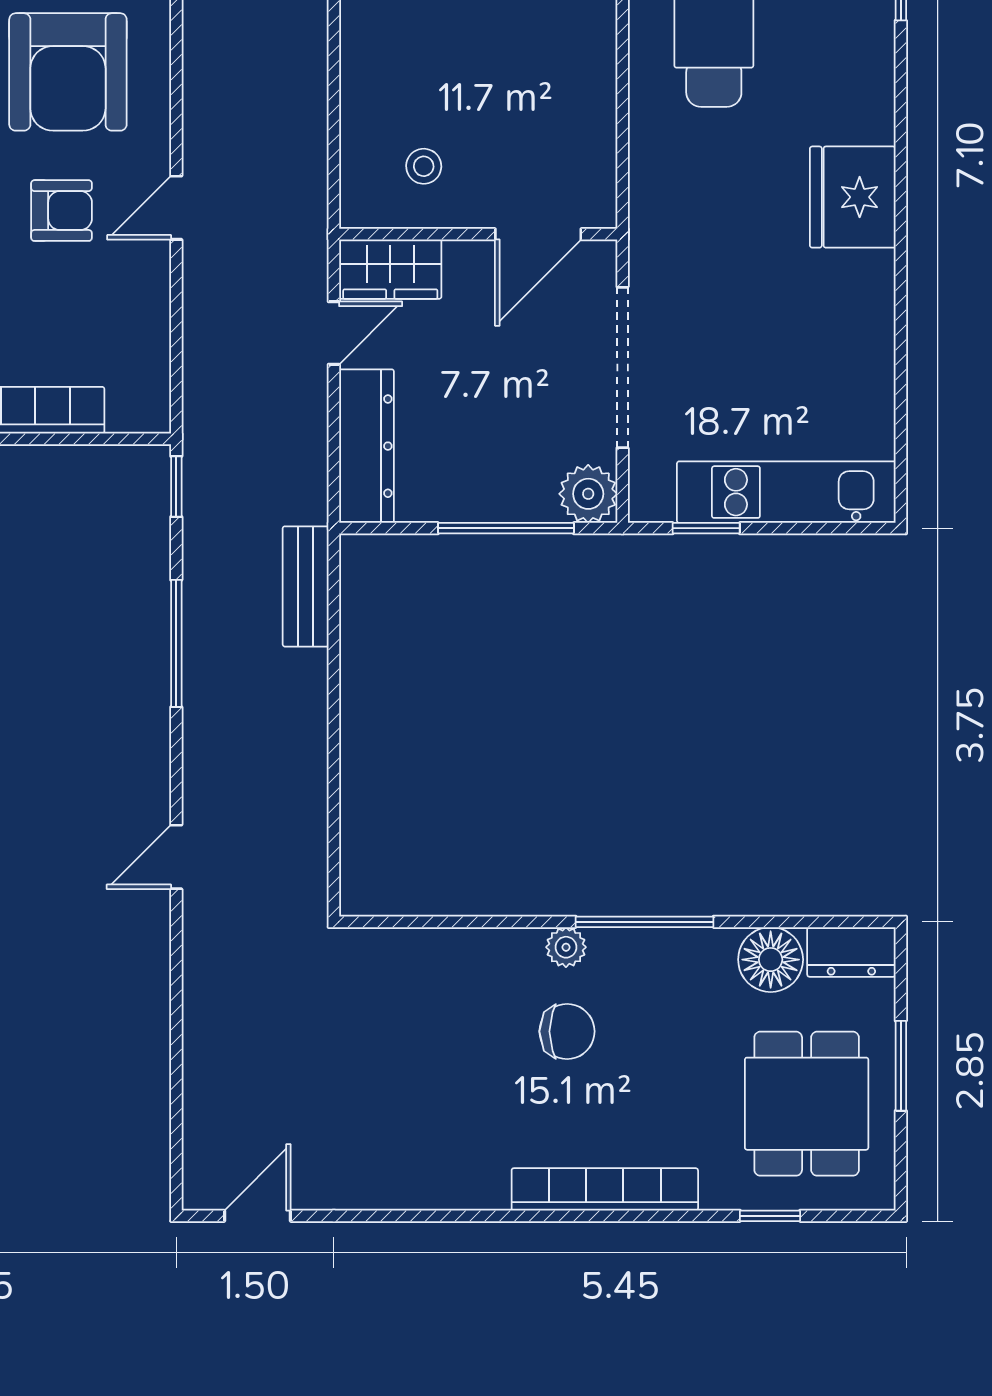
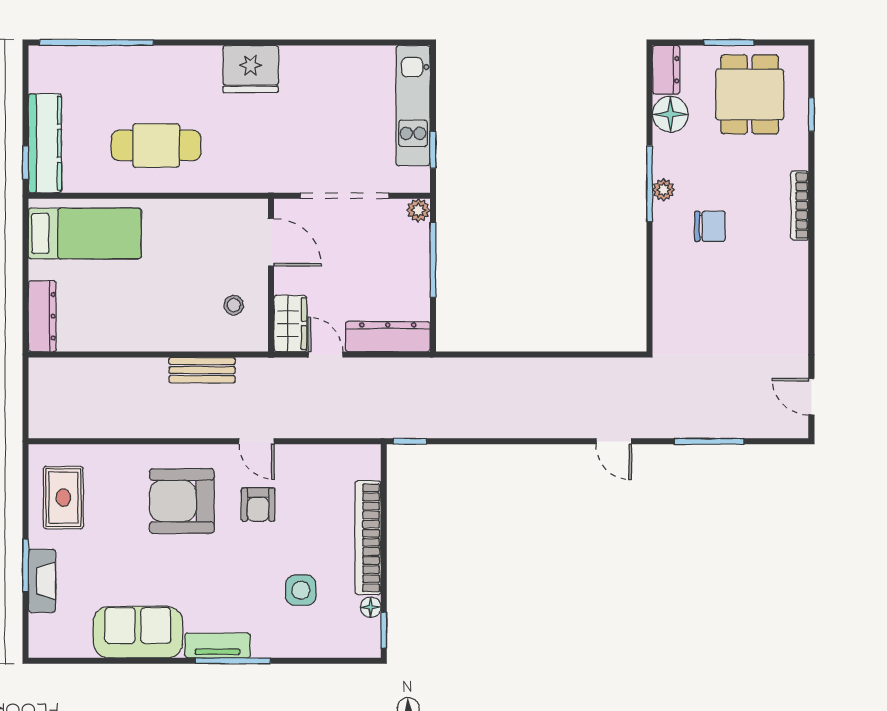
armchair: (68, 72) -> (182, 501), turned 180
armchair: (62, 211) -> (258, 504), turned 180
plant: (588, 494) -> (418, 210), width x0.73, depth x0.73
bench: (306, 586) -> (202, 370), moved
window: (176, 643) -> (709, 441), moved
plant: (566, 947) -> (664, 190), moved
chair: (567, 1031) -> (710, 226), turned 90
dining table: (807, 1104) -> (750, 94), turned 90
bookcase: (605, 1189) -> (800, 205), width x0.68, depth x0.76

